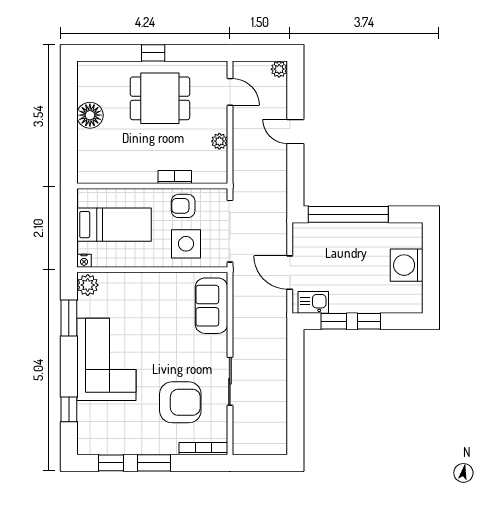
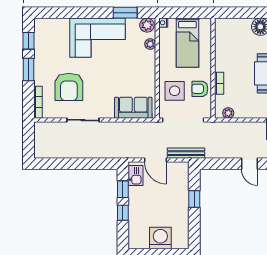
door: (295, 132) -> (249, 164), swing flipped
plant: (219, 141) -> (228, 113), moved
armchair: (183, 206) -> (200, 89), turned -90
window: (348, 214) -> (194, 199), width x0.32
bench: (280, 227) -> (186, 153), added
door: (290, 273) -> (155, 160), swing flipped
plant: (116, 280) -> (150, 44), added
window: (69, 409) -> (64, 13), removed

